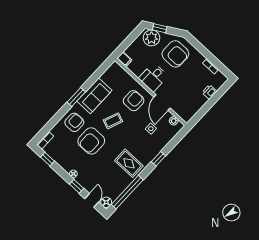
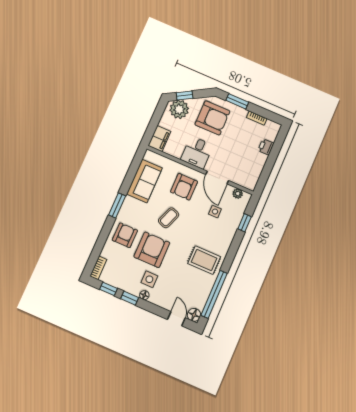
window: (200, 47) -> (237, 101), added
filing cabinet: (124, 59) -> (159, 139), width x2.00
sofa: (94, 96) -> (144, 181), moved
armchair: (134, 101) -> (184, 187), turned 180
armchair: (91, 141) -> (152, 250), turned 180
window: (158, 159) -> (245, 223), moved
side table: (81, 163) -> (149, 279), added
window: (77, 186) -> (130, 298), moved

